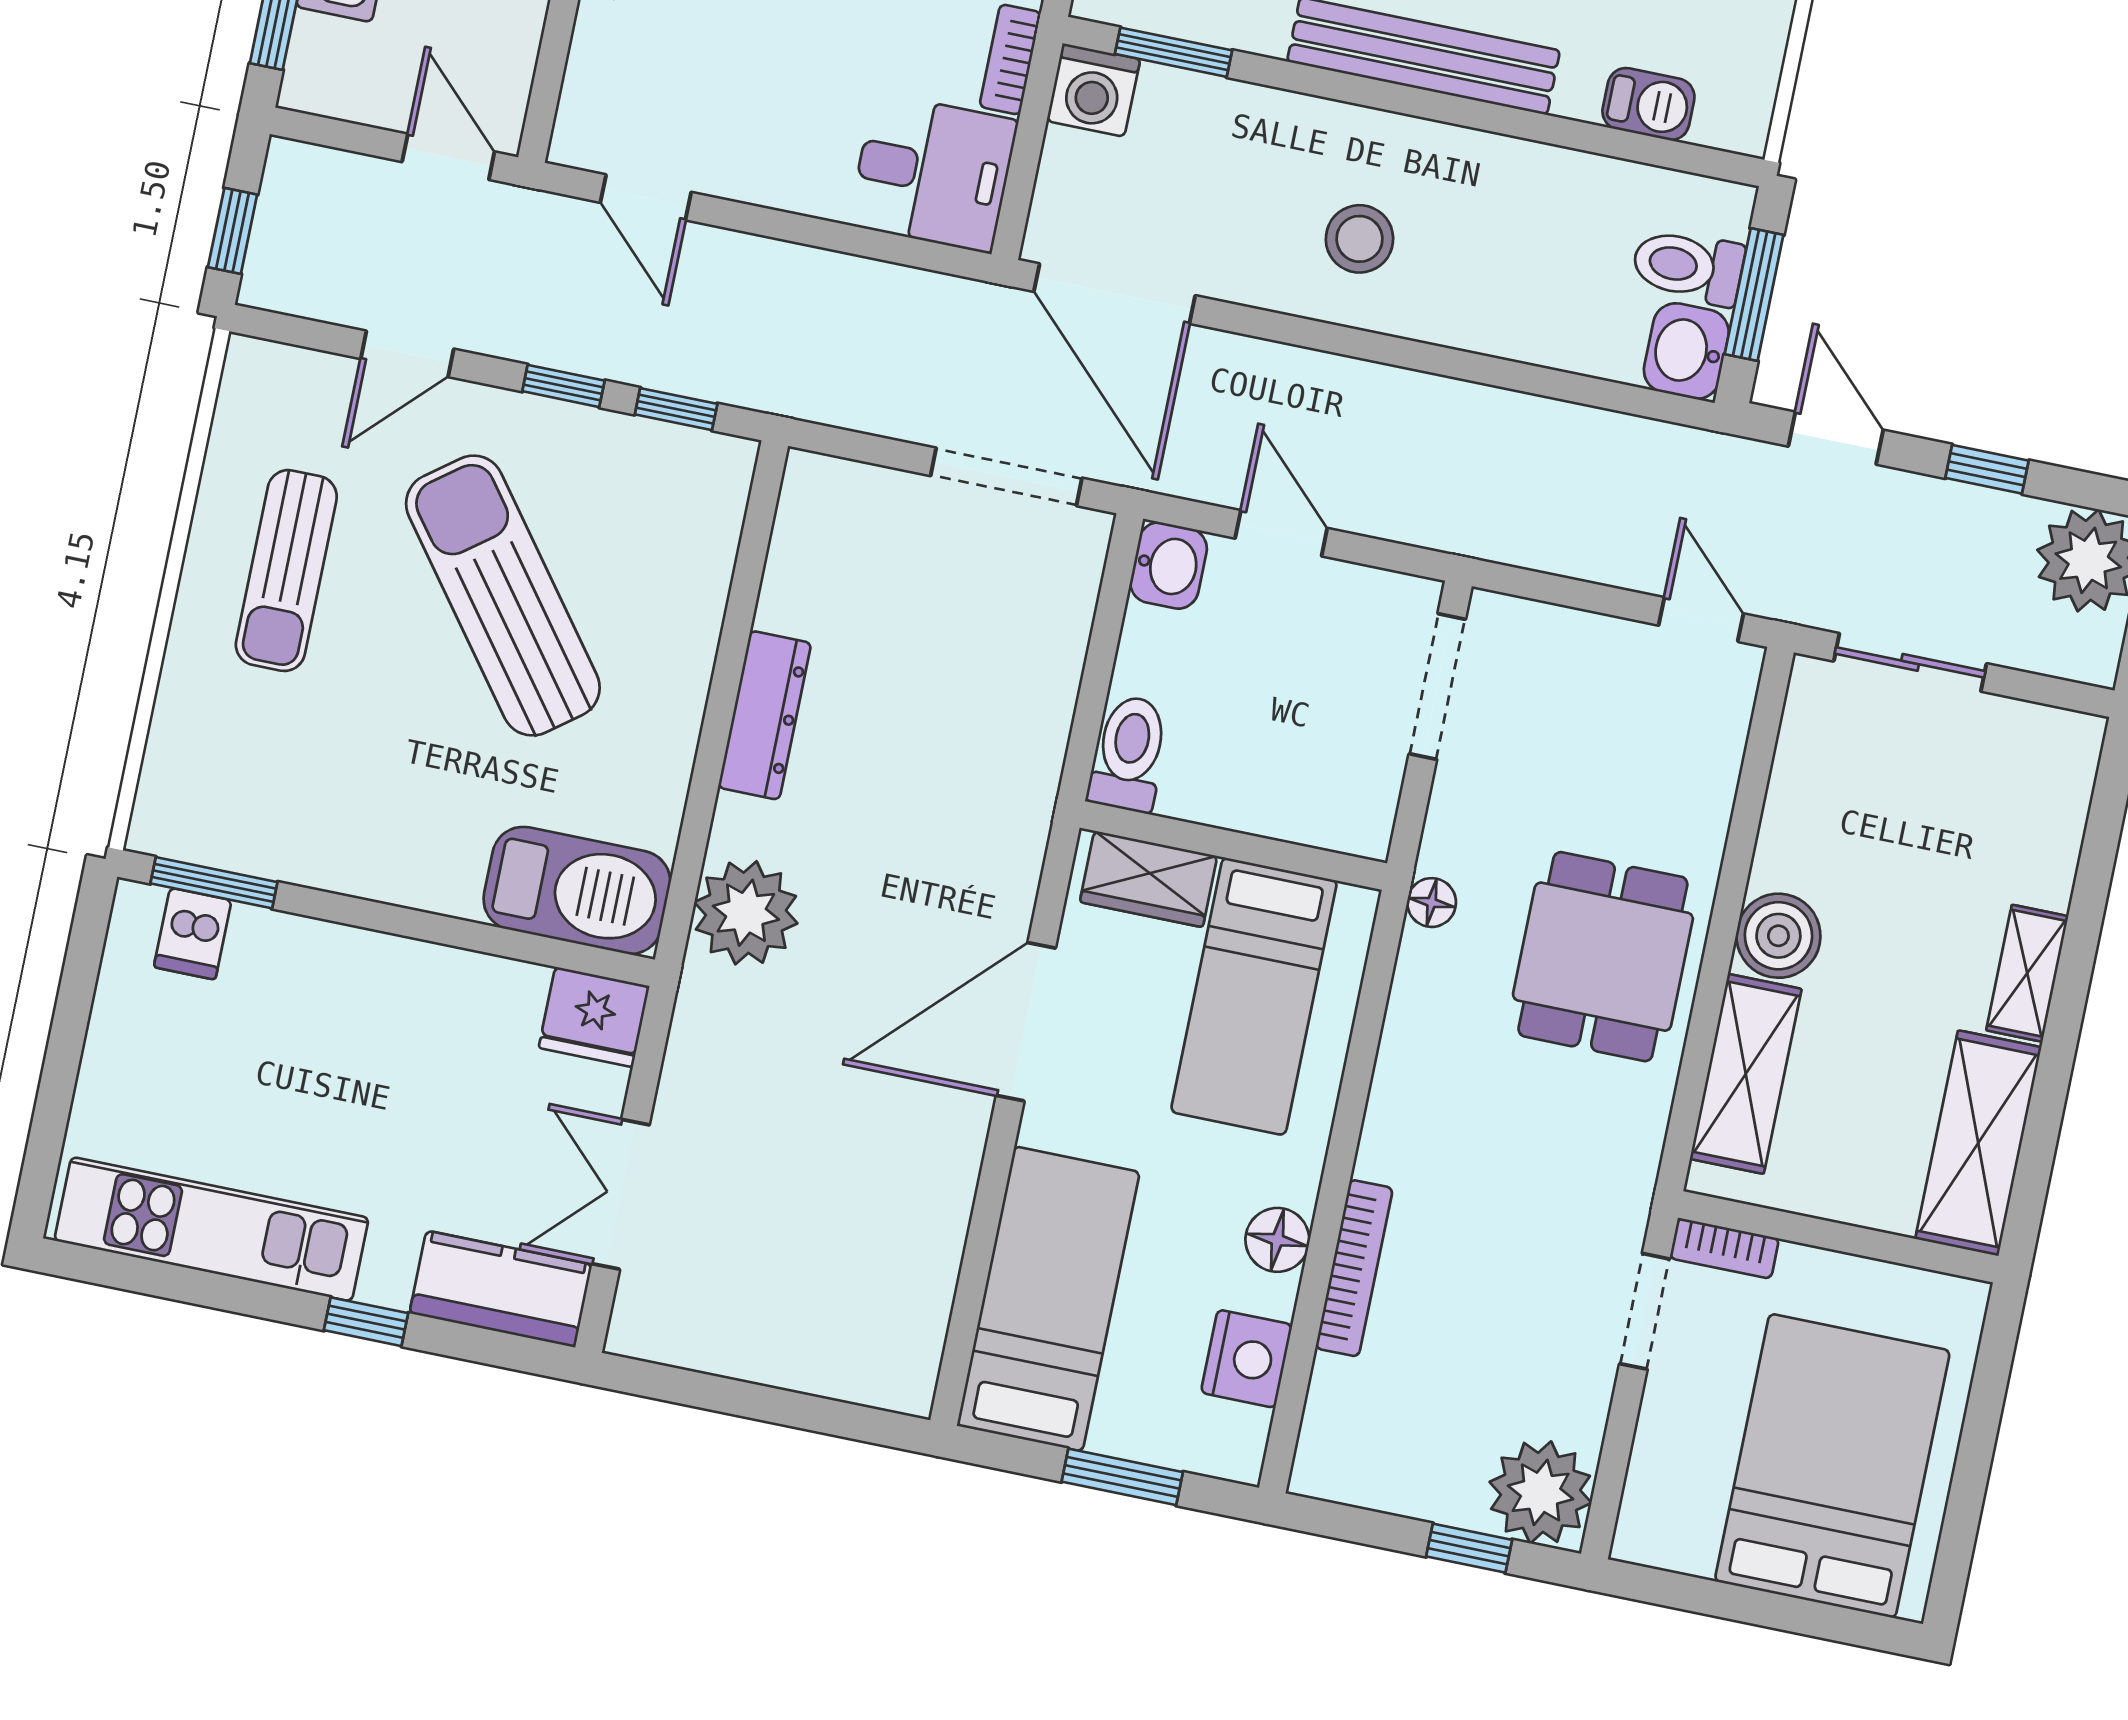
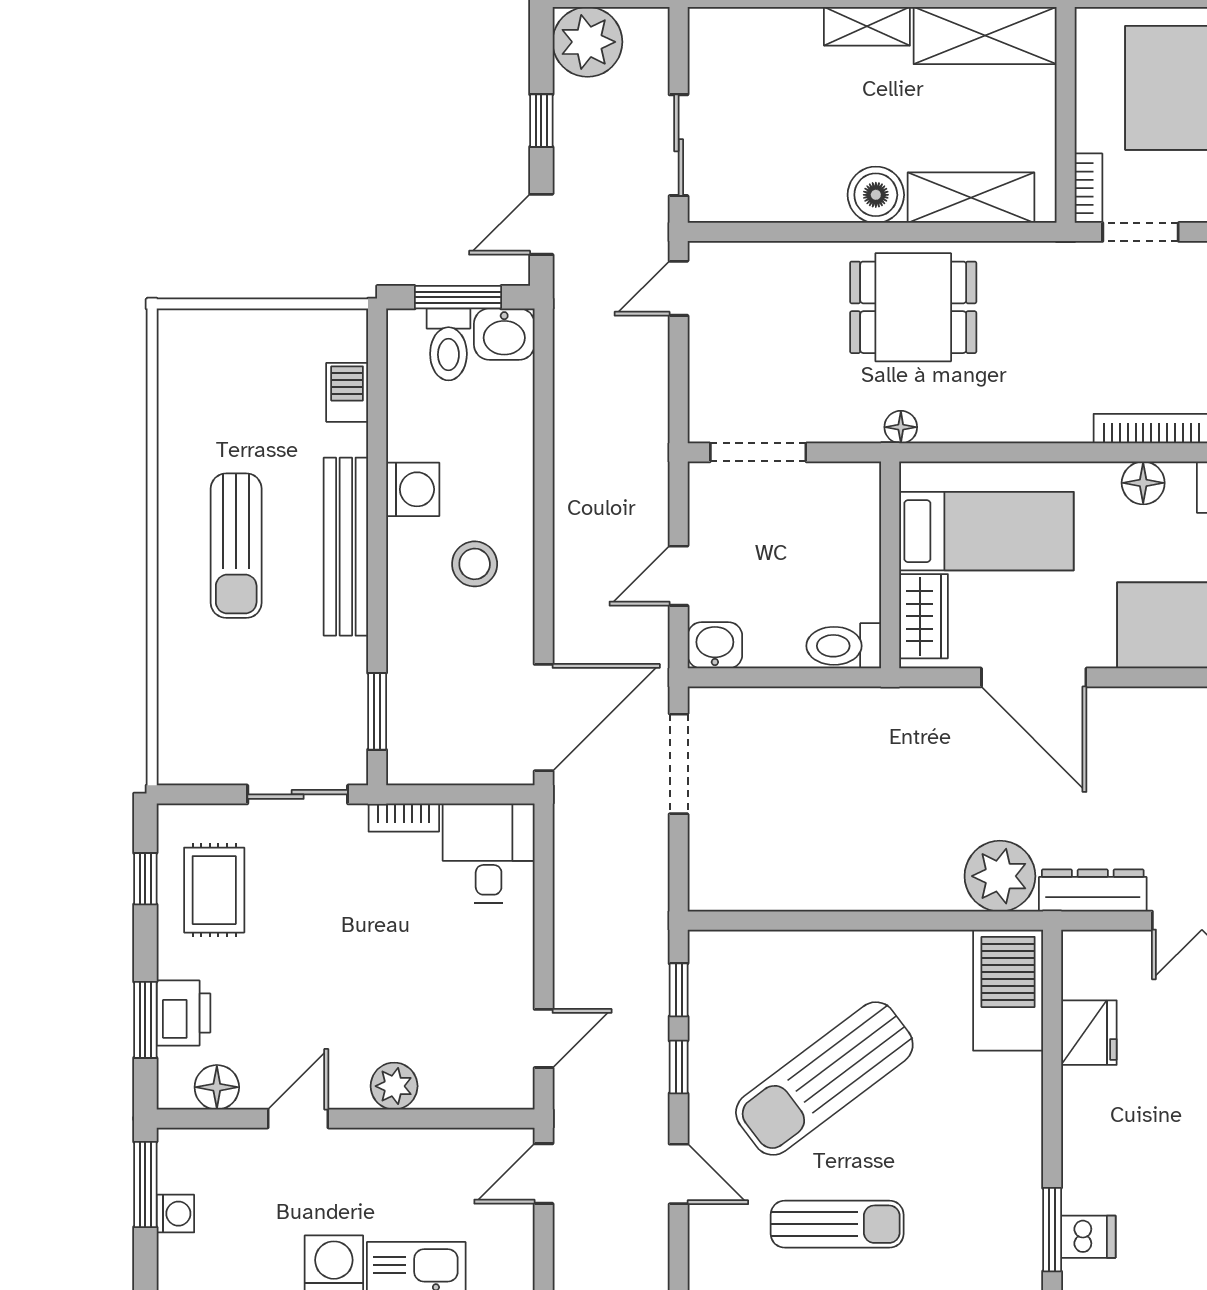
washing machine: (1093, 90) -> (413, 489), moved
dresser: (765, 715) -> (1093, 890), moved
fridge: (594, 1017) -> (1089, 1033), moved

